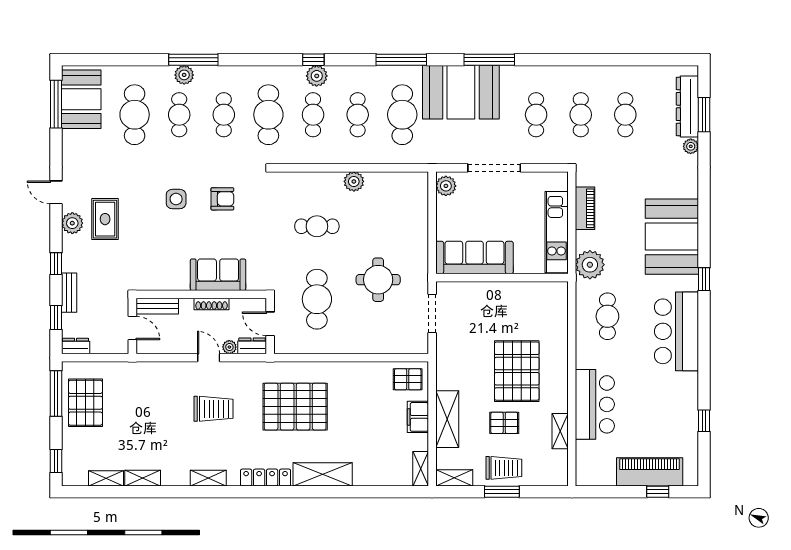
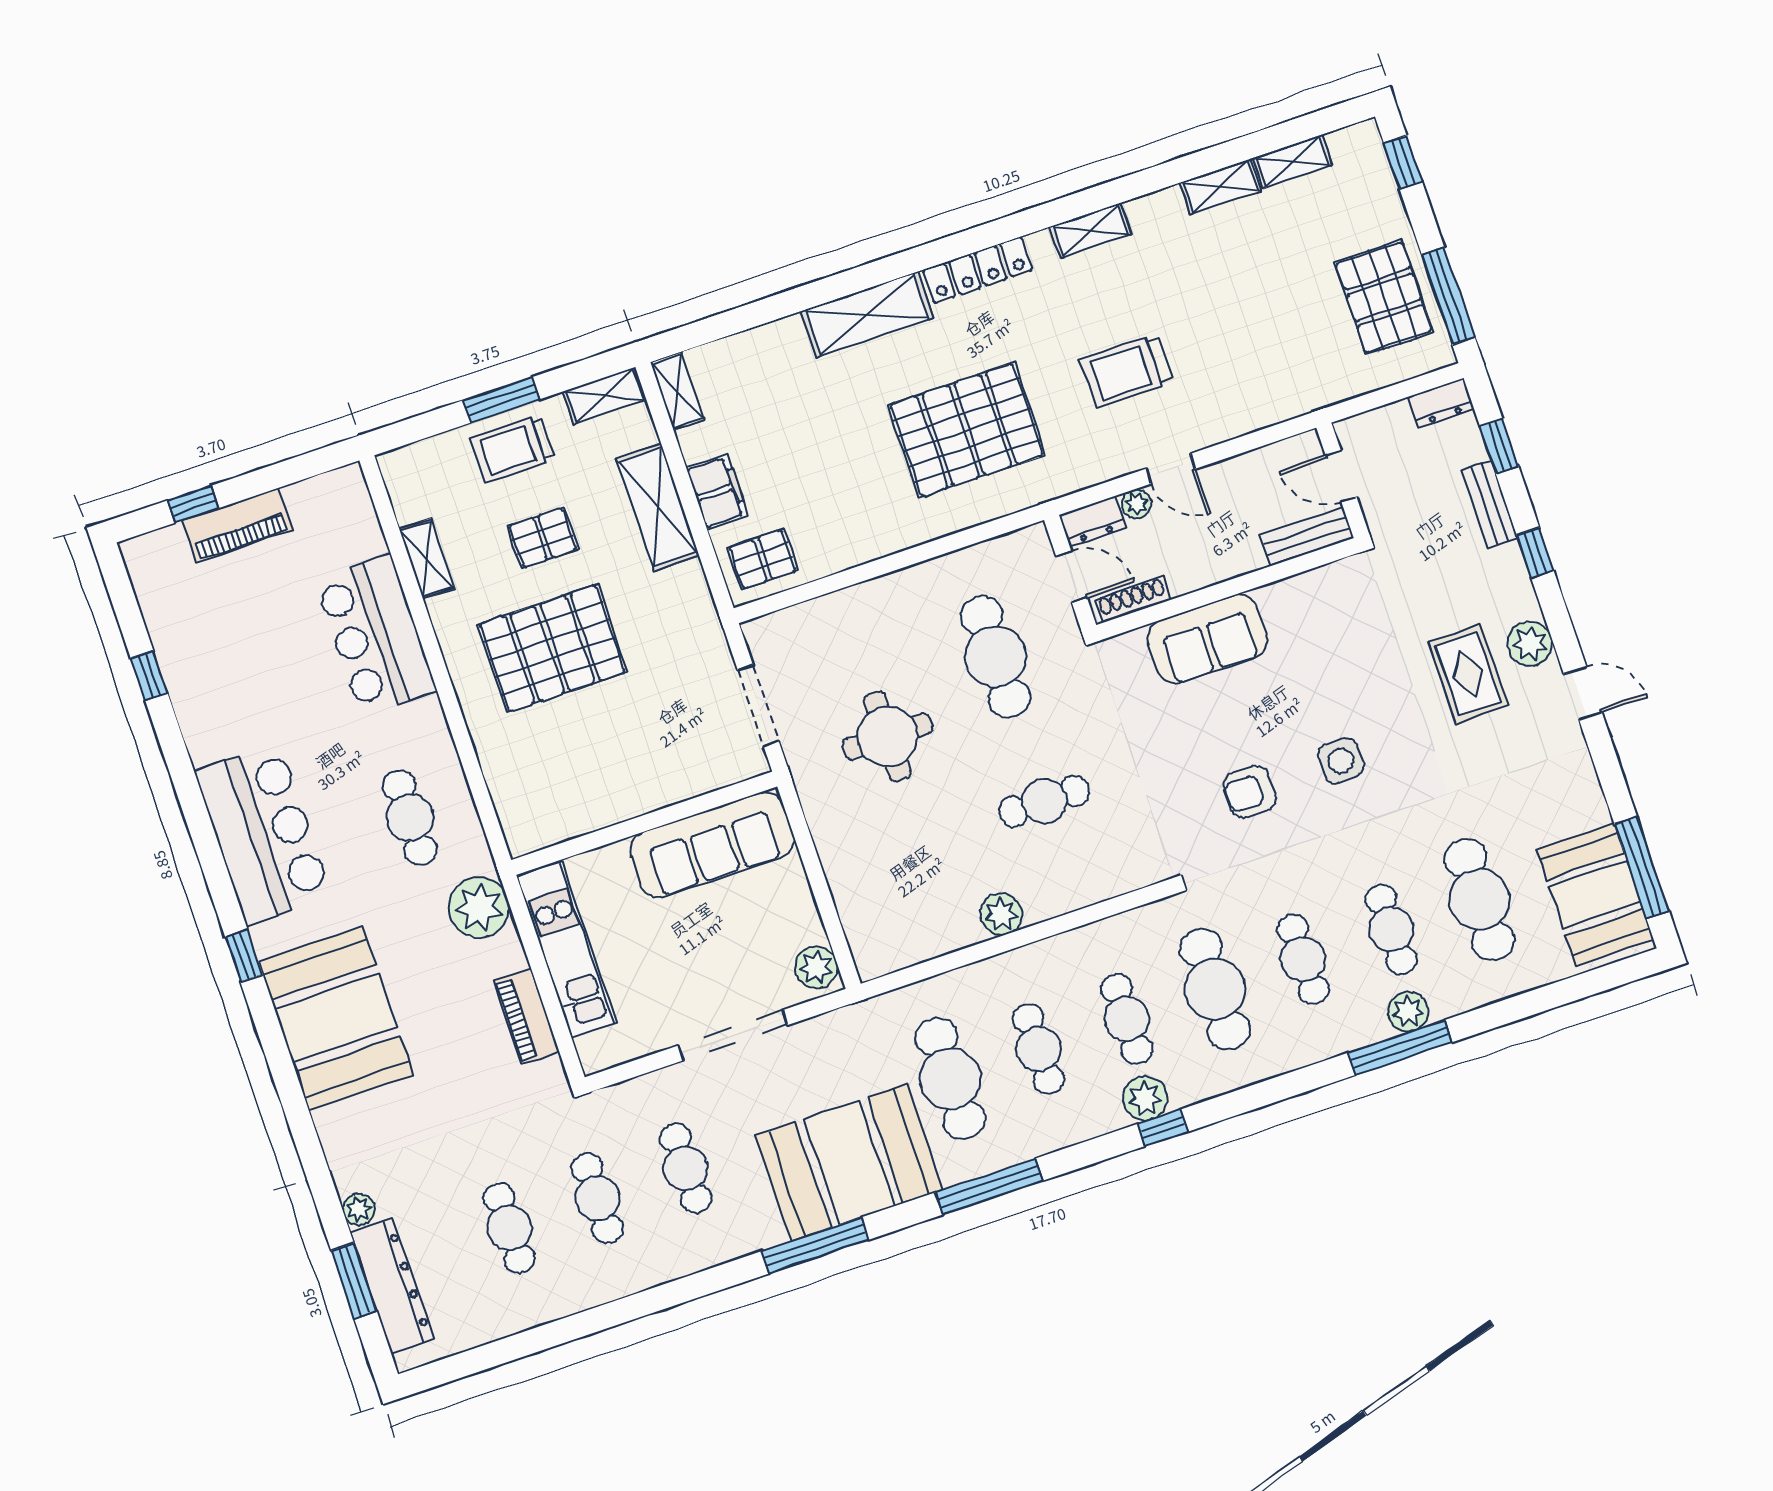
shoe rack: (212, 304) -> (1133, 600), moved
pallet: (517, 371) -> (552, 648), turned 90
piano: (650, 472) -> (237, 525), width x0.73, depth x0.75

